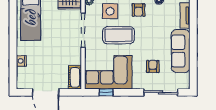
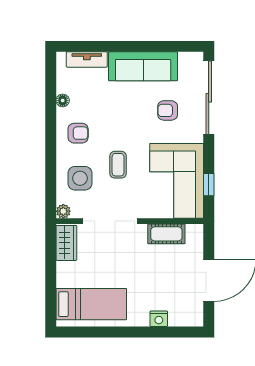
coffee table: (119, 35) -> (118, 165), width x0.54, depth x0.58
cot: (75, 77) -> (166, 234), moved
sliding door: (161, 92) -> (209, 98), width x1.36

